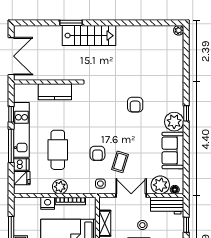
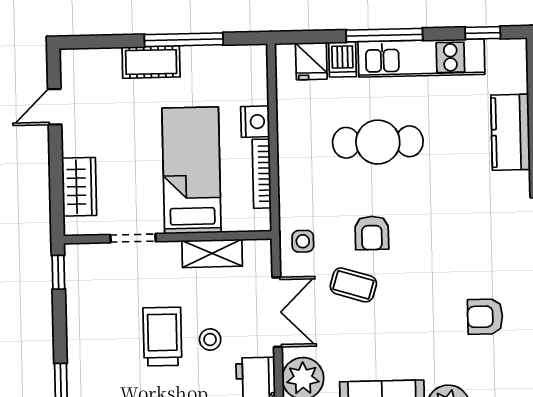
window: (11, 114) -> (483, 33), moved
armchair: (97, 153) -> (372, 233), turned -89
plant: (60, 187) -> (294, 149), removed

